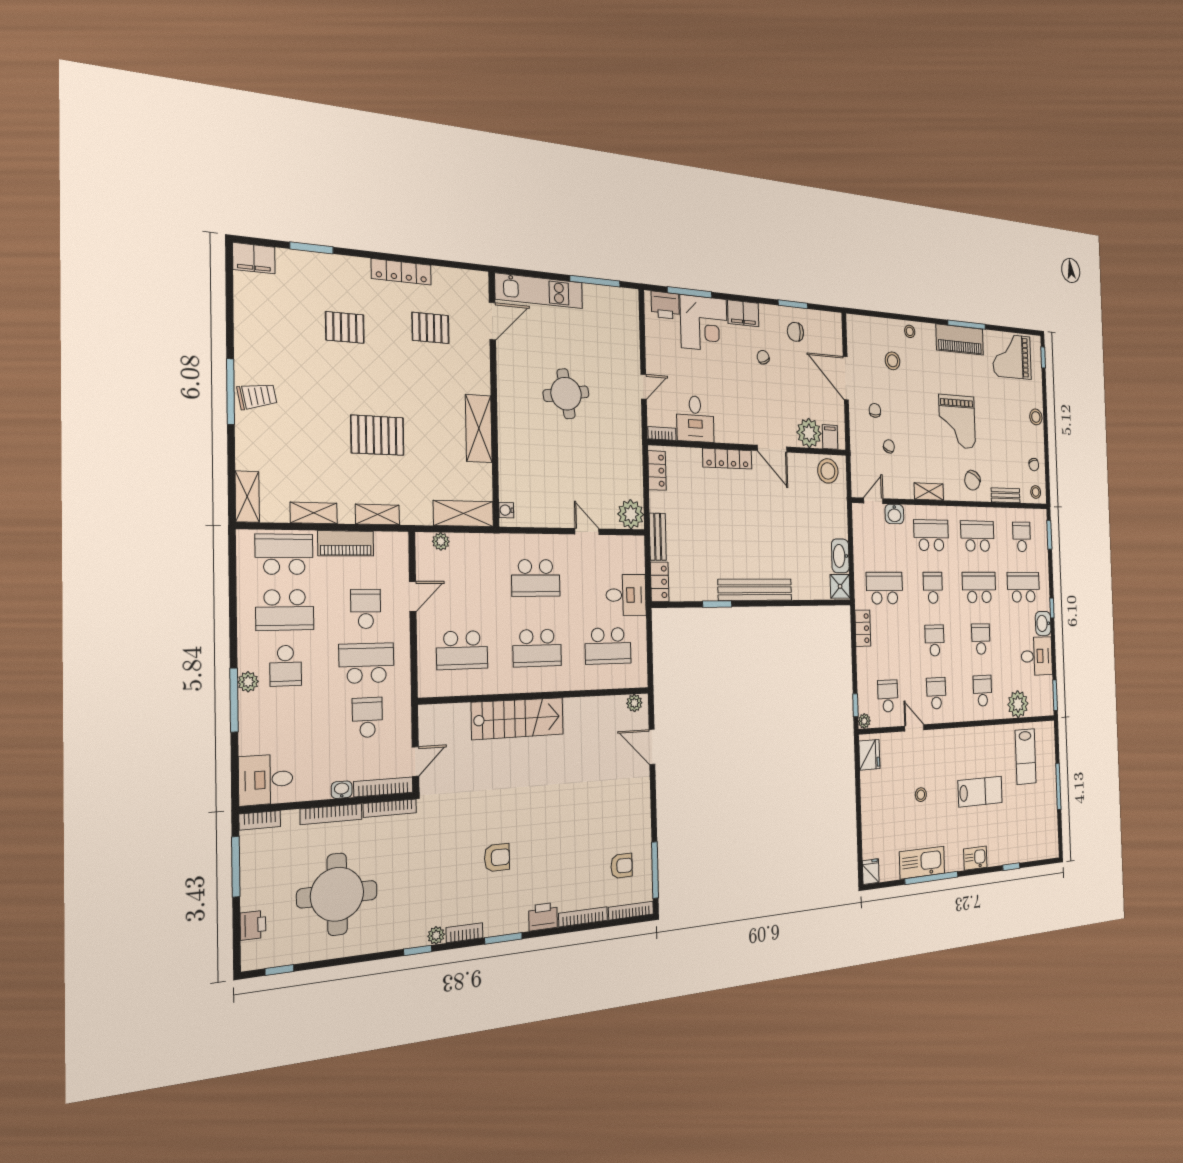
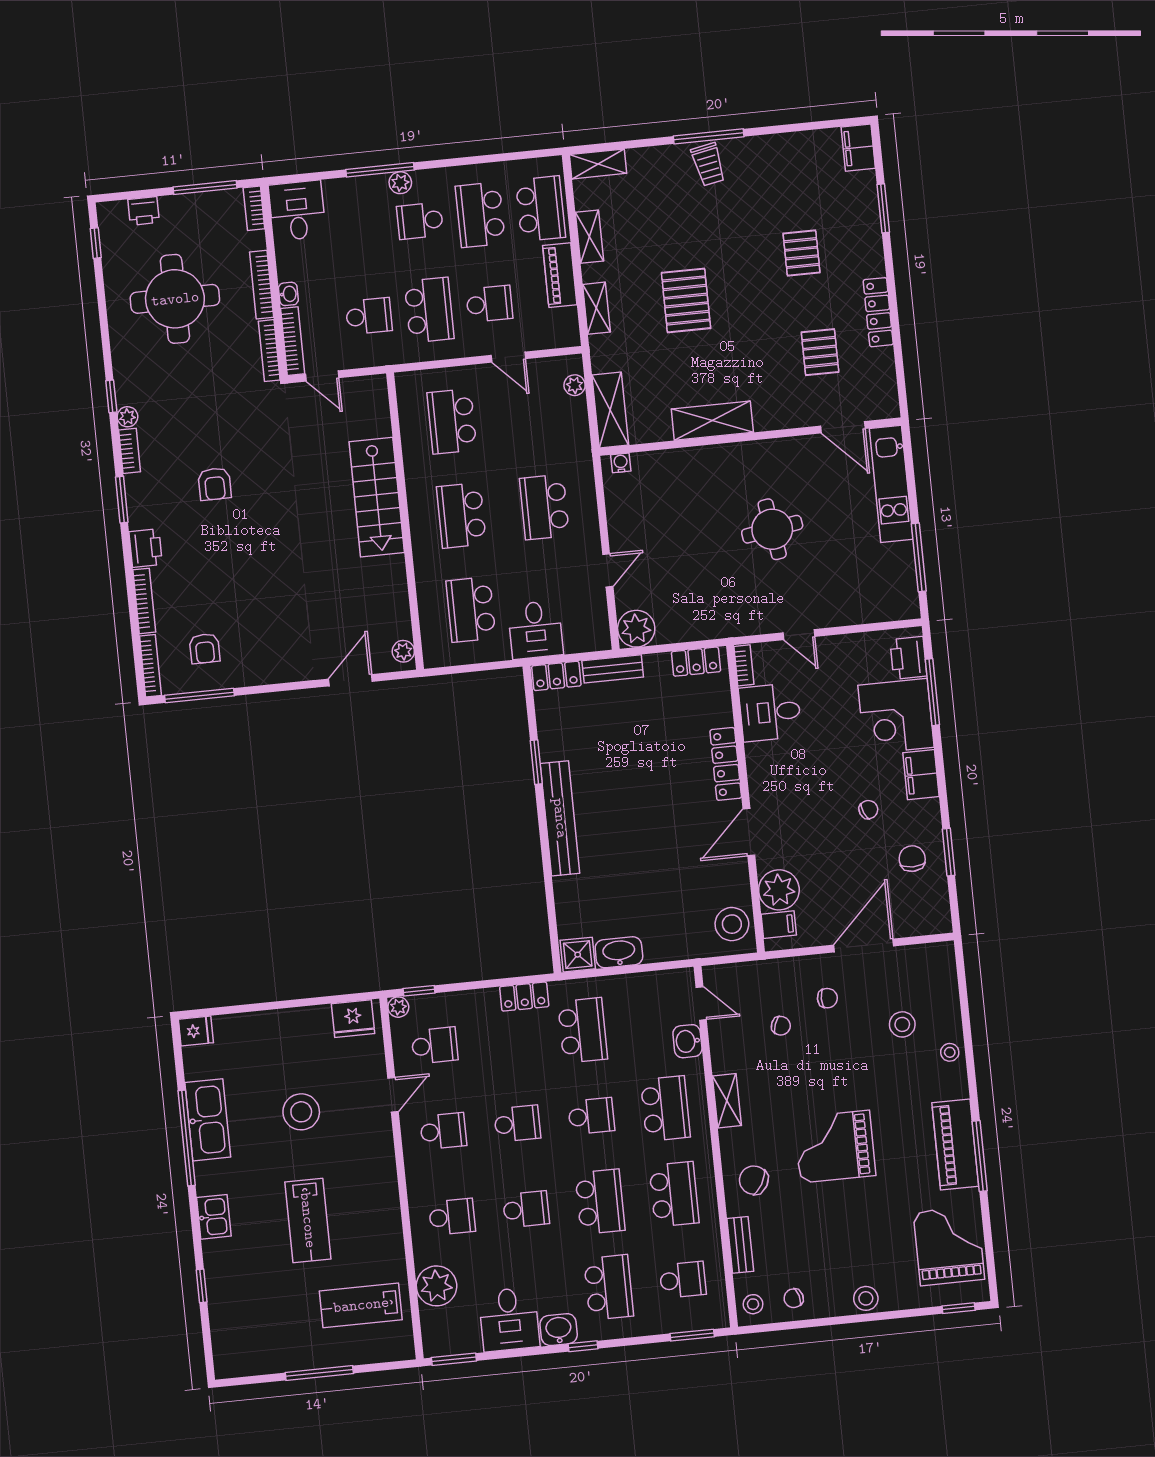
stool: (921, 795) -> (301, 1112), width x1.89, depth x1.89

